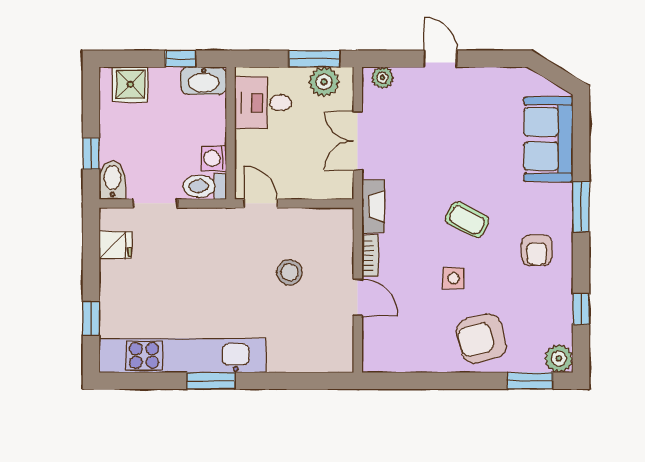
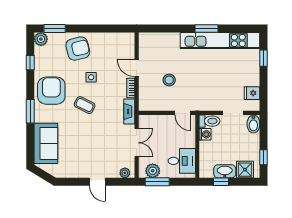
washbasin: (204, 81) -> (225, 171), moved
window: (91, 154) -> (264, 157), moved
armchair: (537, 250) -> (51, 91), width x1.88, depth x1.88

